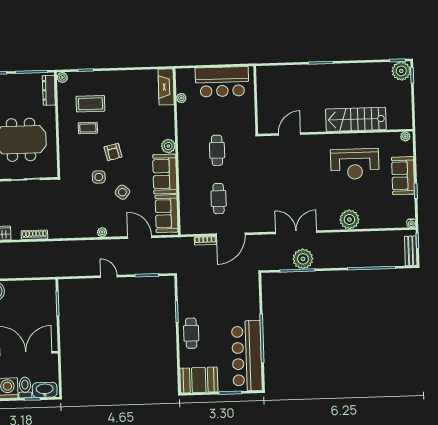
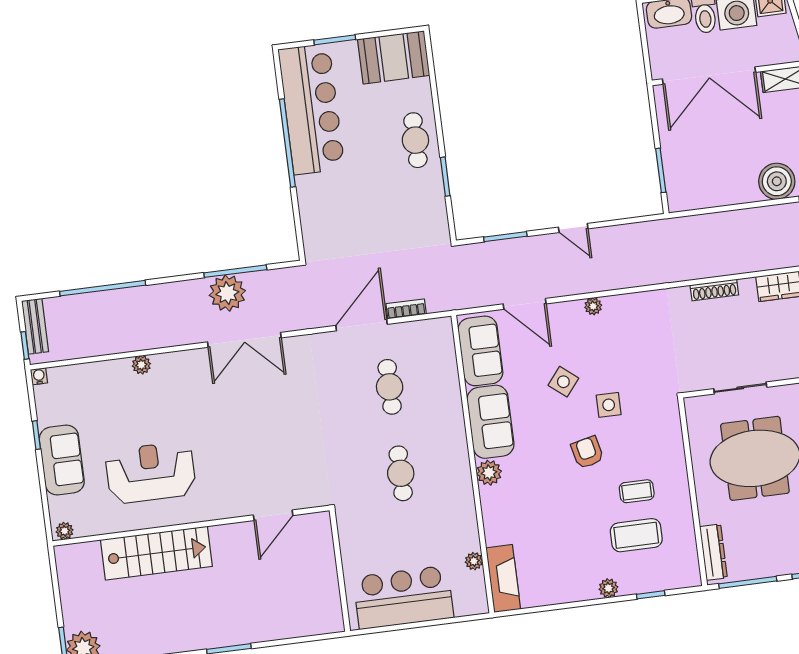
plant: (62, 77) -> (608, 588), moved
plant: (349, 219) -> (141, 365), width x0.53, depth x0.53

